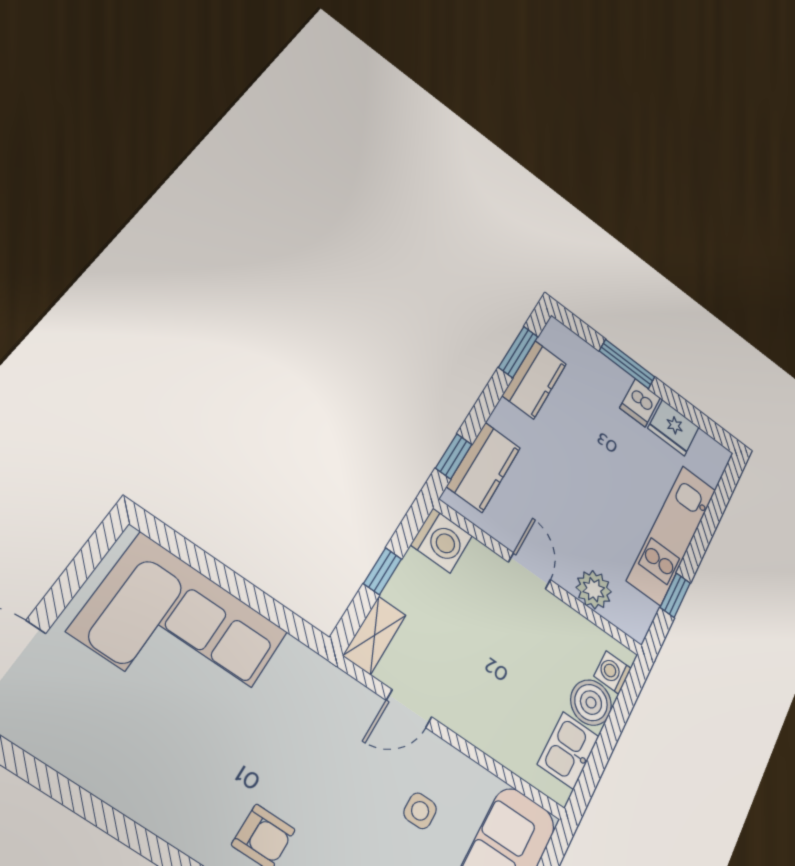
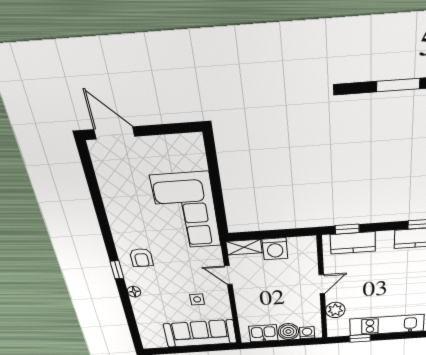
washing machine: (441, 540) -> (275, 249), moved
window: (383, 571) -> (272, 234), removed
corner sofa: (180, 632) -> (186, 211), moved

